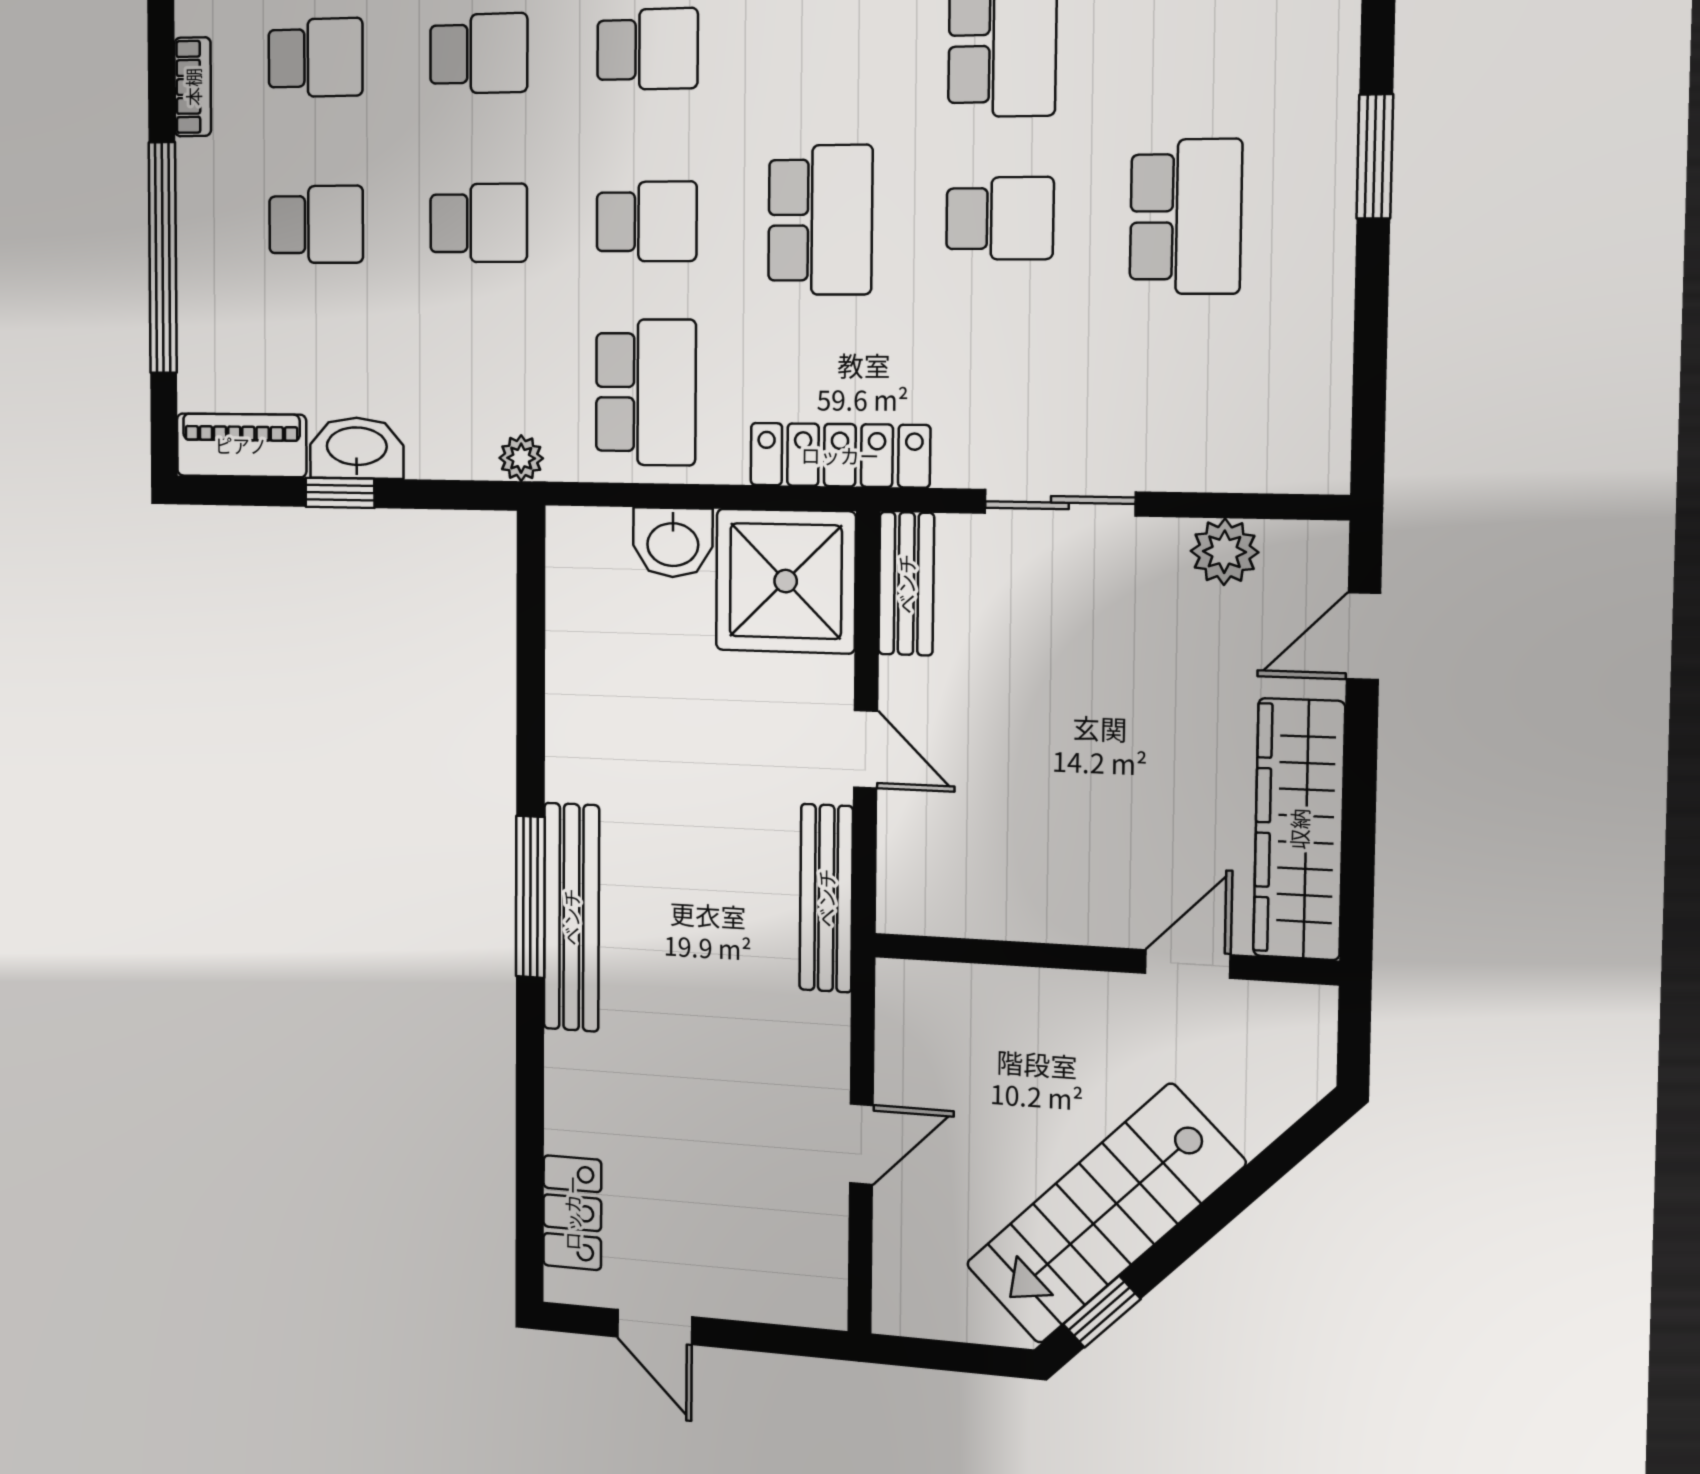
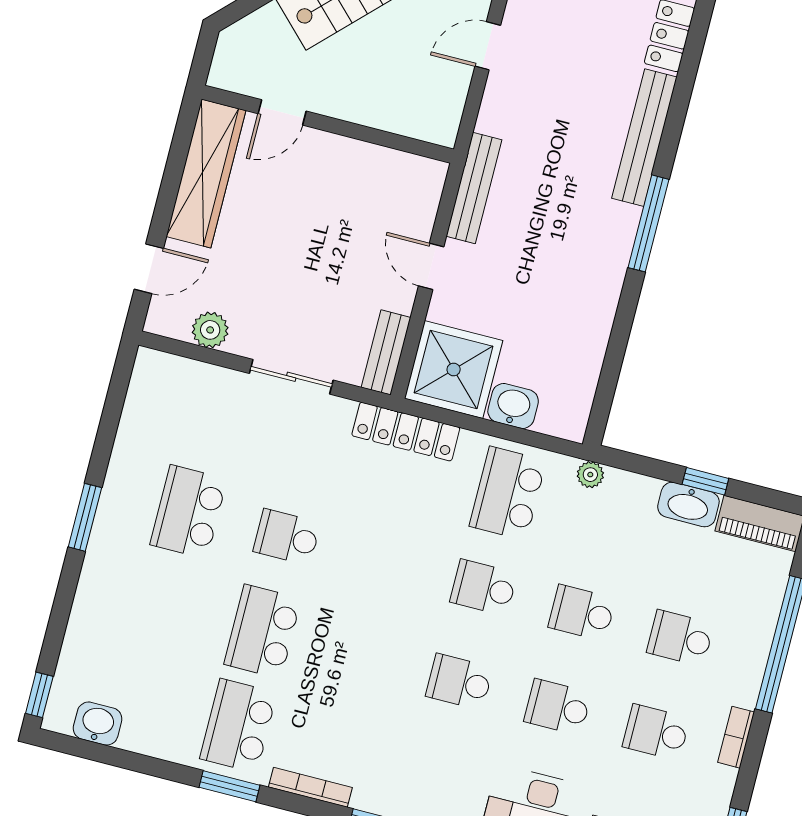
school desk: (820, 220) -> (385, 562), removed
bench: (571, 917) -> (644, 138), moved

